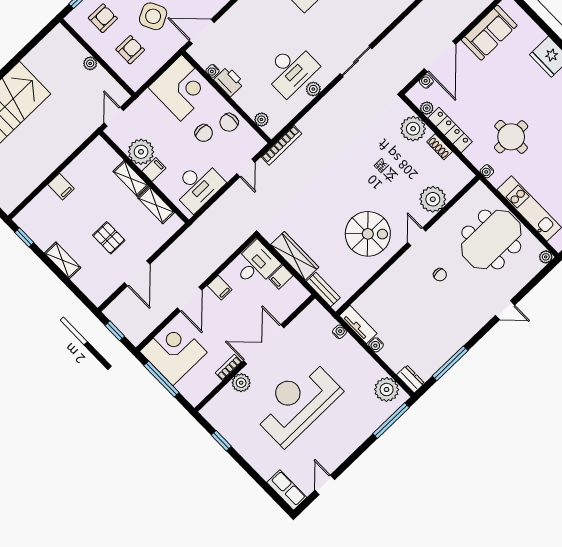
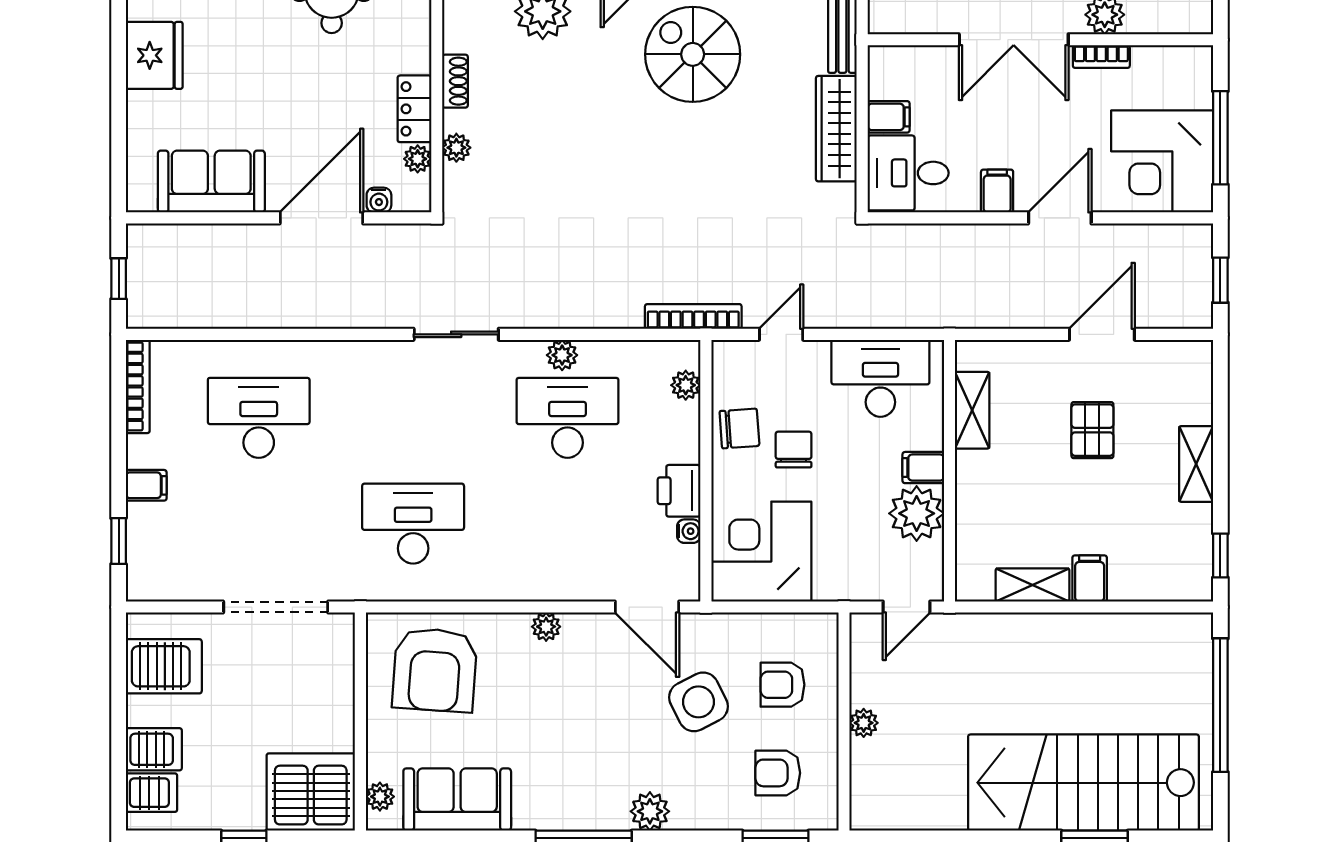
plant: (413, 129) -> (456, 148), width x0.53, depth x0.53
locker: (450, 130) -> (414, 109), width x0.66
shelving: (131, 178) -> (1032, 585), moved, turned 90

